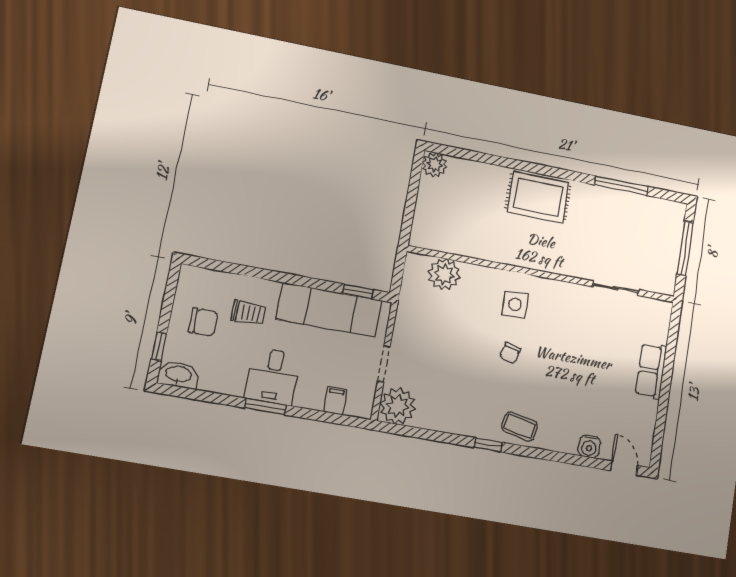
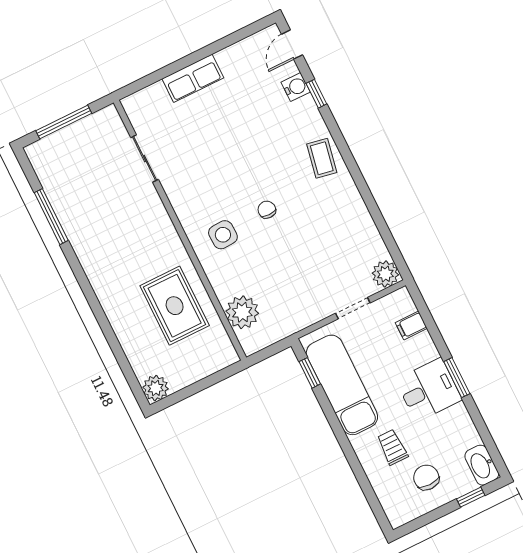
rug: (538, 197) -> (175, 306), moved
chair: (510, 353) -> (267, 210), turned -104
plant: (398, 406) -> (385, 274), width x0.73, depth x0.73
window: (488, 445) -> (316, 94), moved

